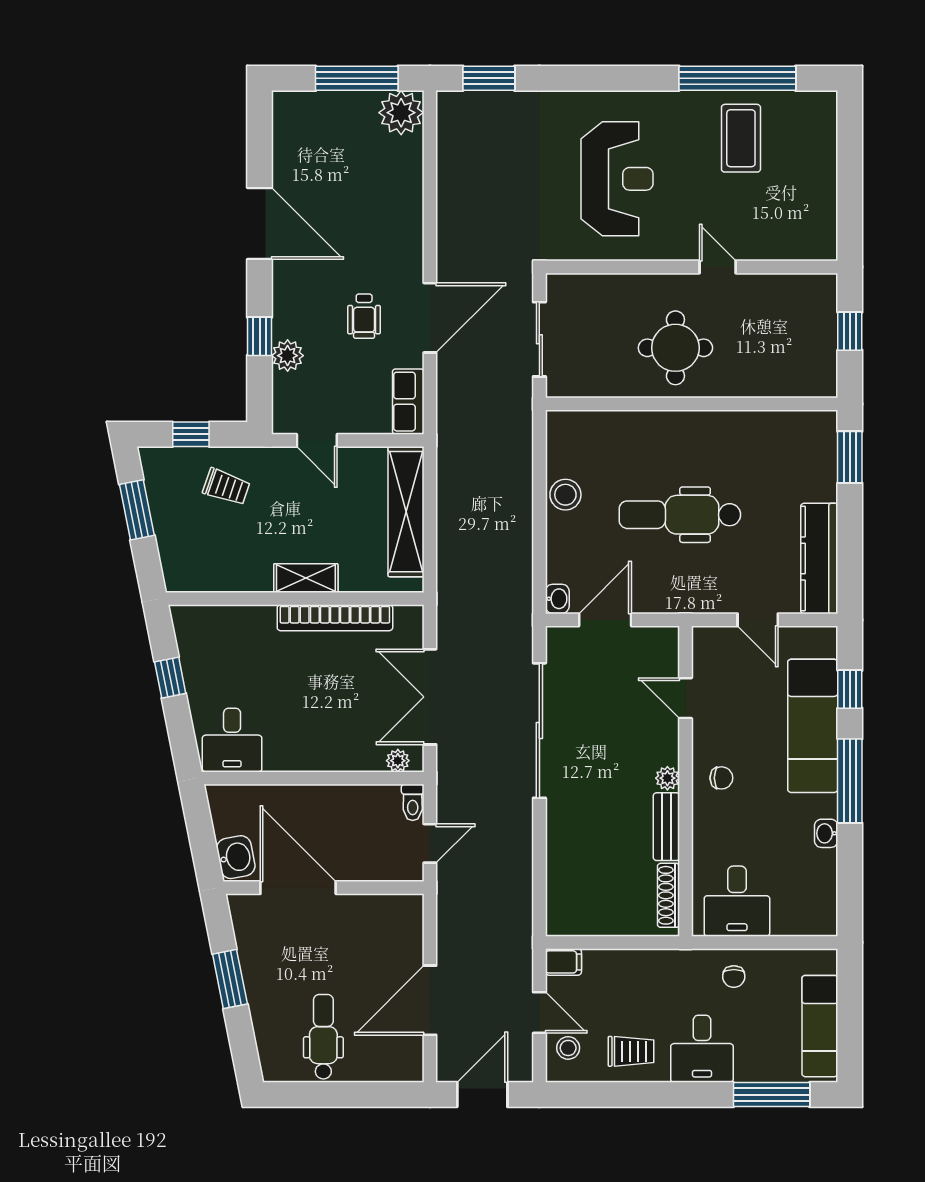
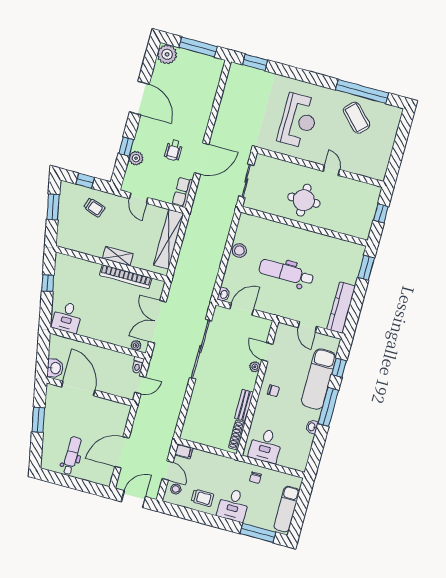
plant: (401, 113) -> (167, 54), moved
coffee table: (741, 138) -> (357, 118), turned -44
plant: (667, 778) -> (255, 367), moved

